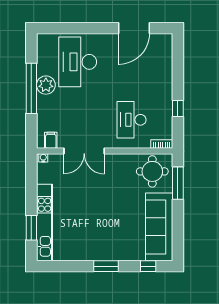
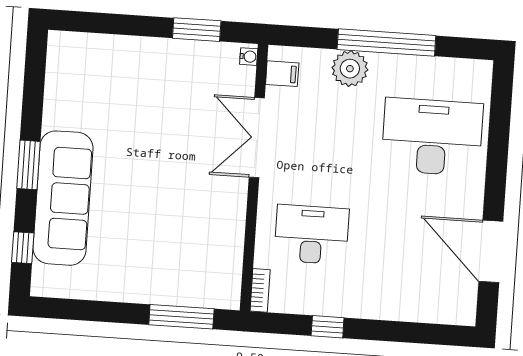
plant: (46, 85) -> (350, 69), moved
round table: (152, 171) -> (208, 268), removed
kitchen unit: (45, 222) -> (122, 50), removed
sofa: (159, 227) -> (63, 198), moved, turned 90
window: (31, 228) -> (197, 30), moved

